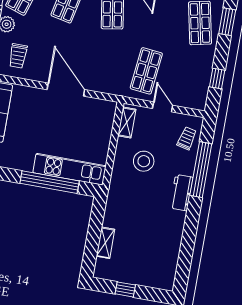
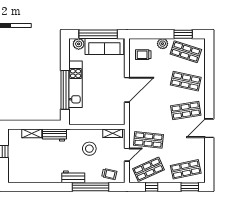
shop shelf: (190, 79) -> (148, 169), added
kitchen unit: (69, 169) -> (76, 84), moved
workbench: (114, 210) -> (54, 135), added

